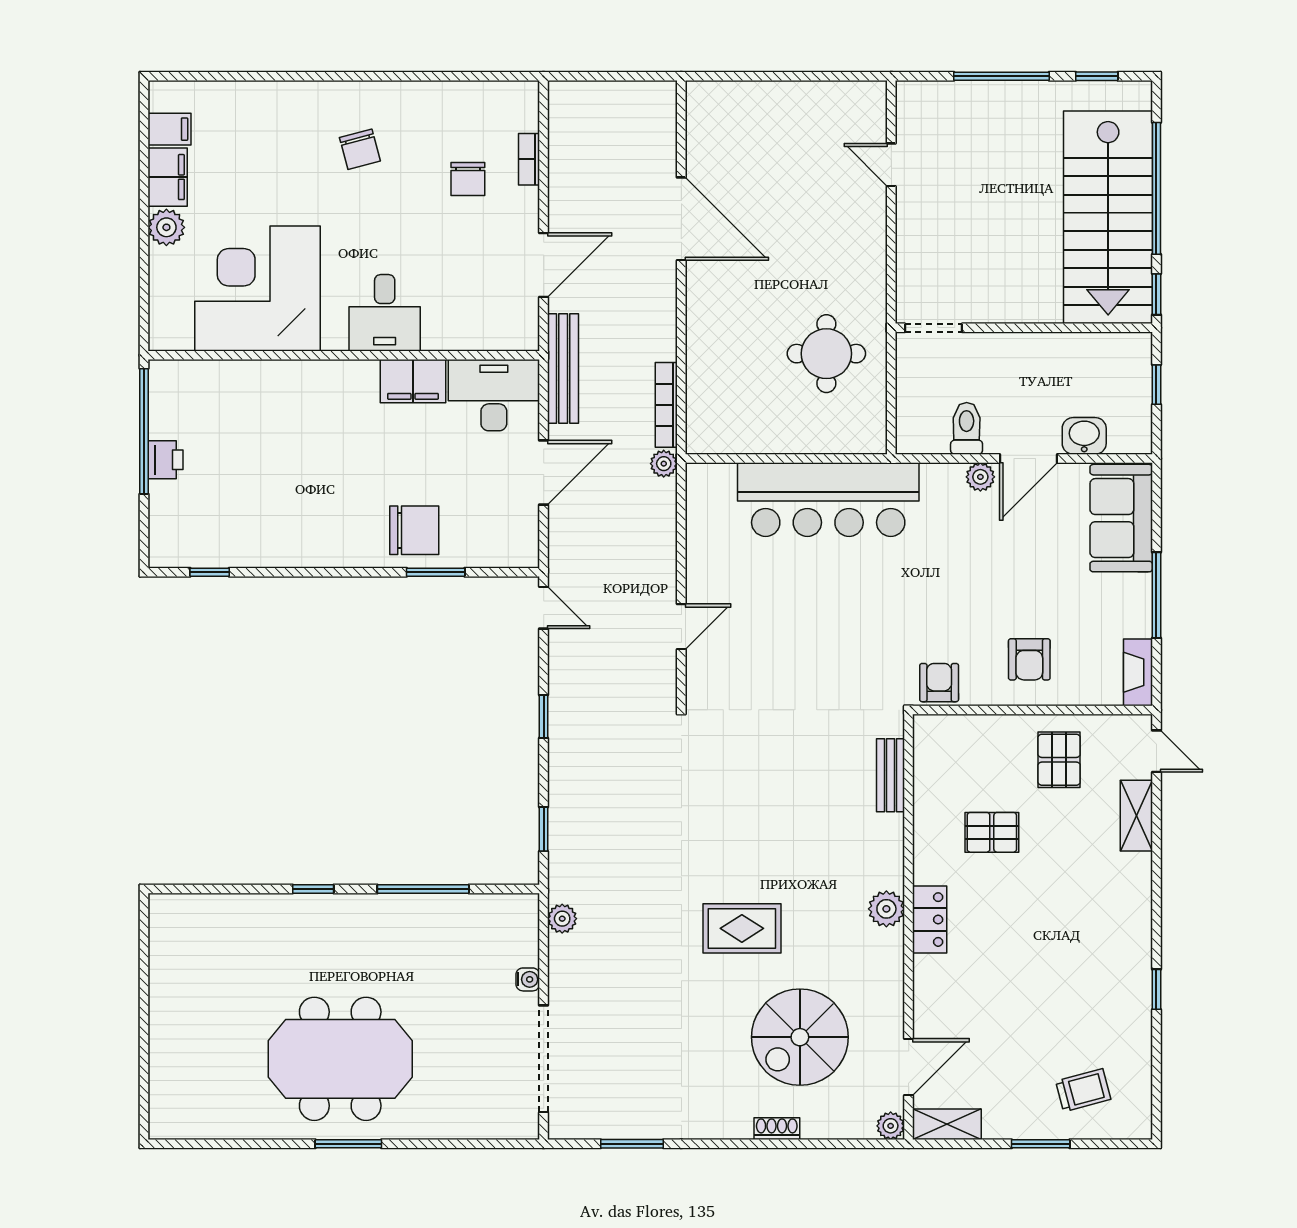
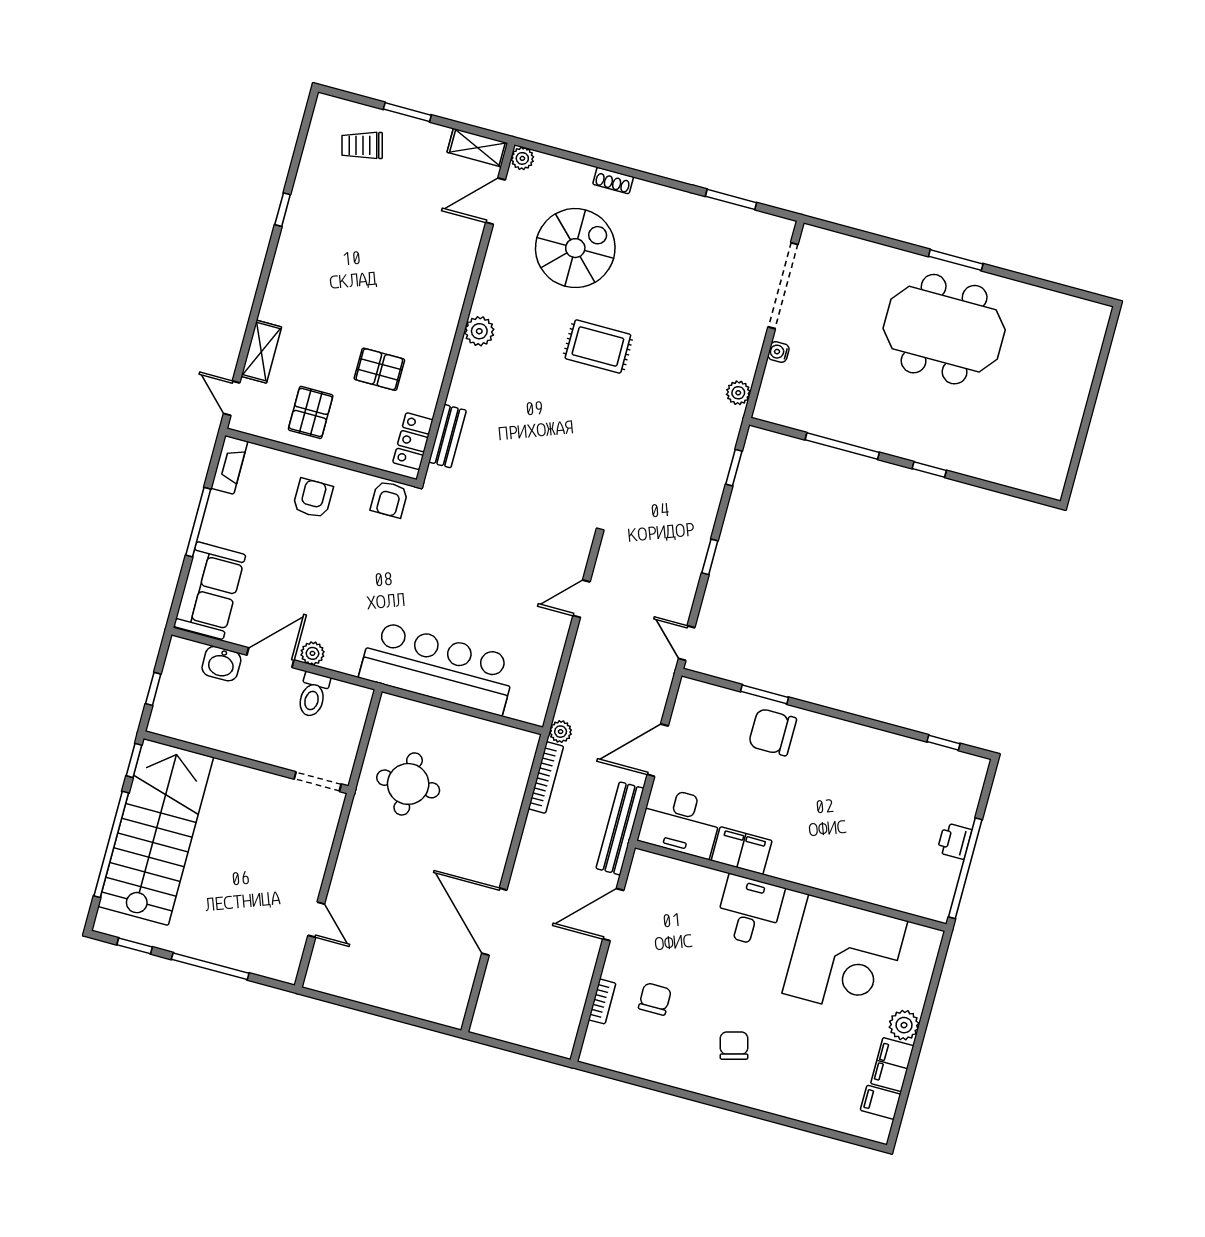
locker: (930, 920) -> (413, 441), moved

